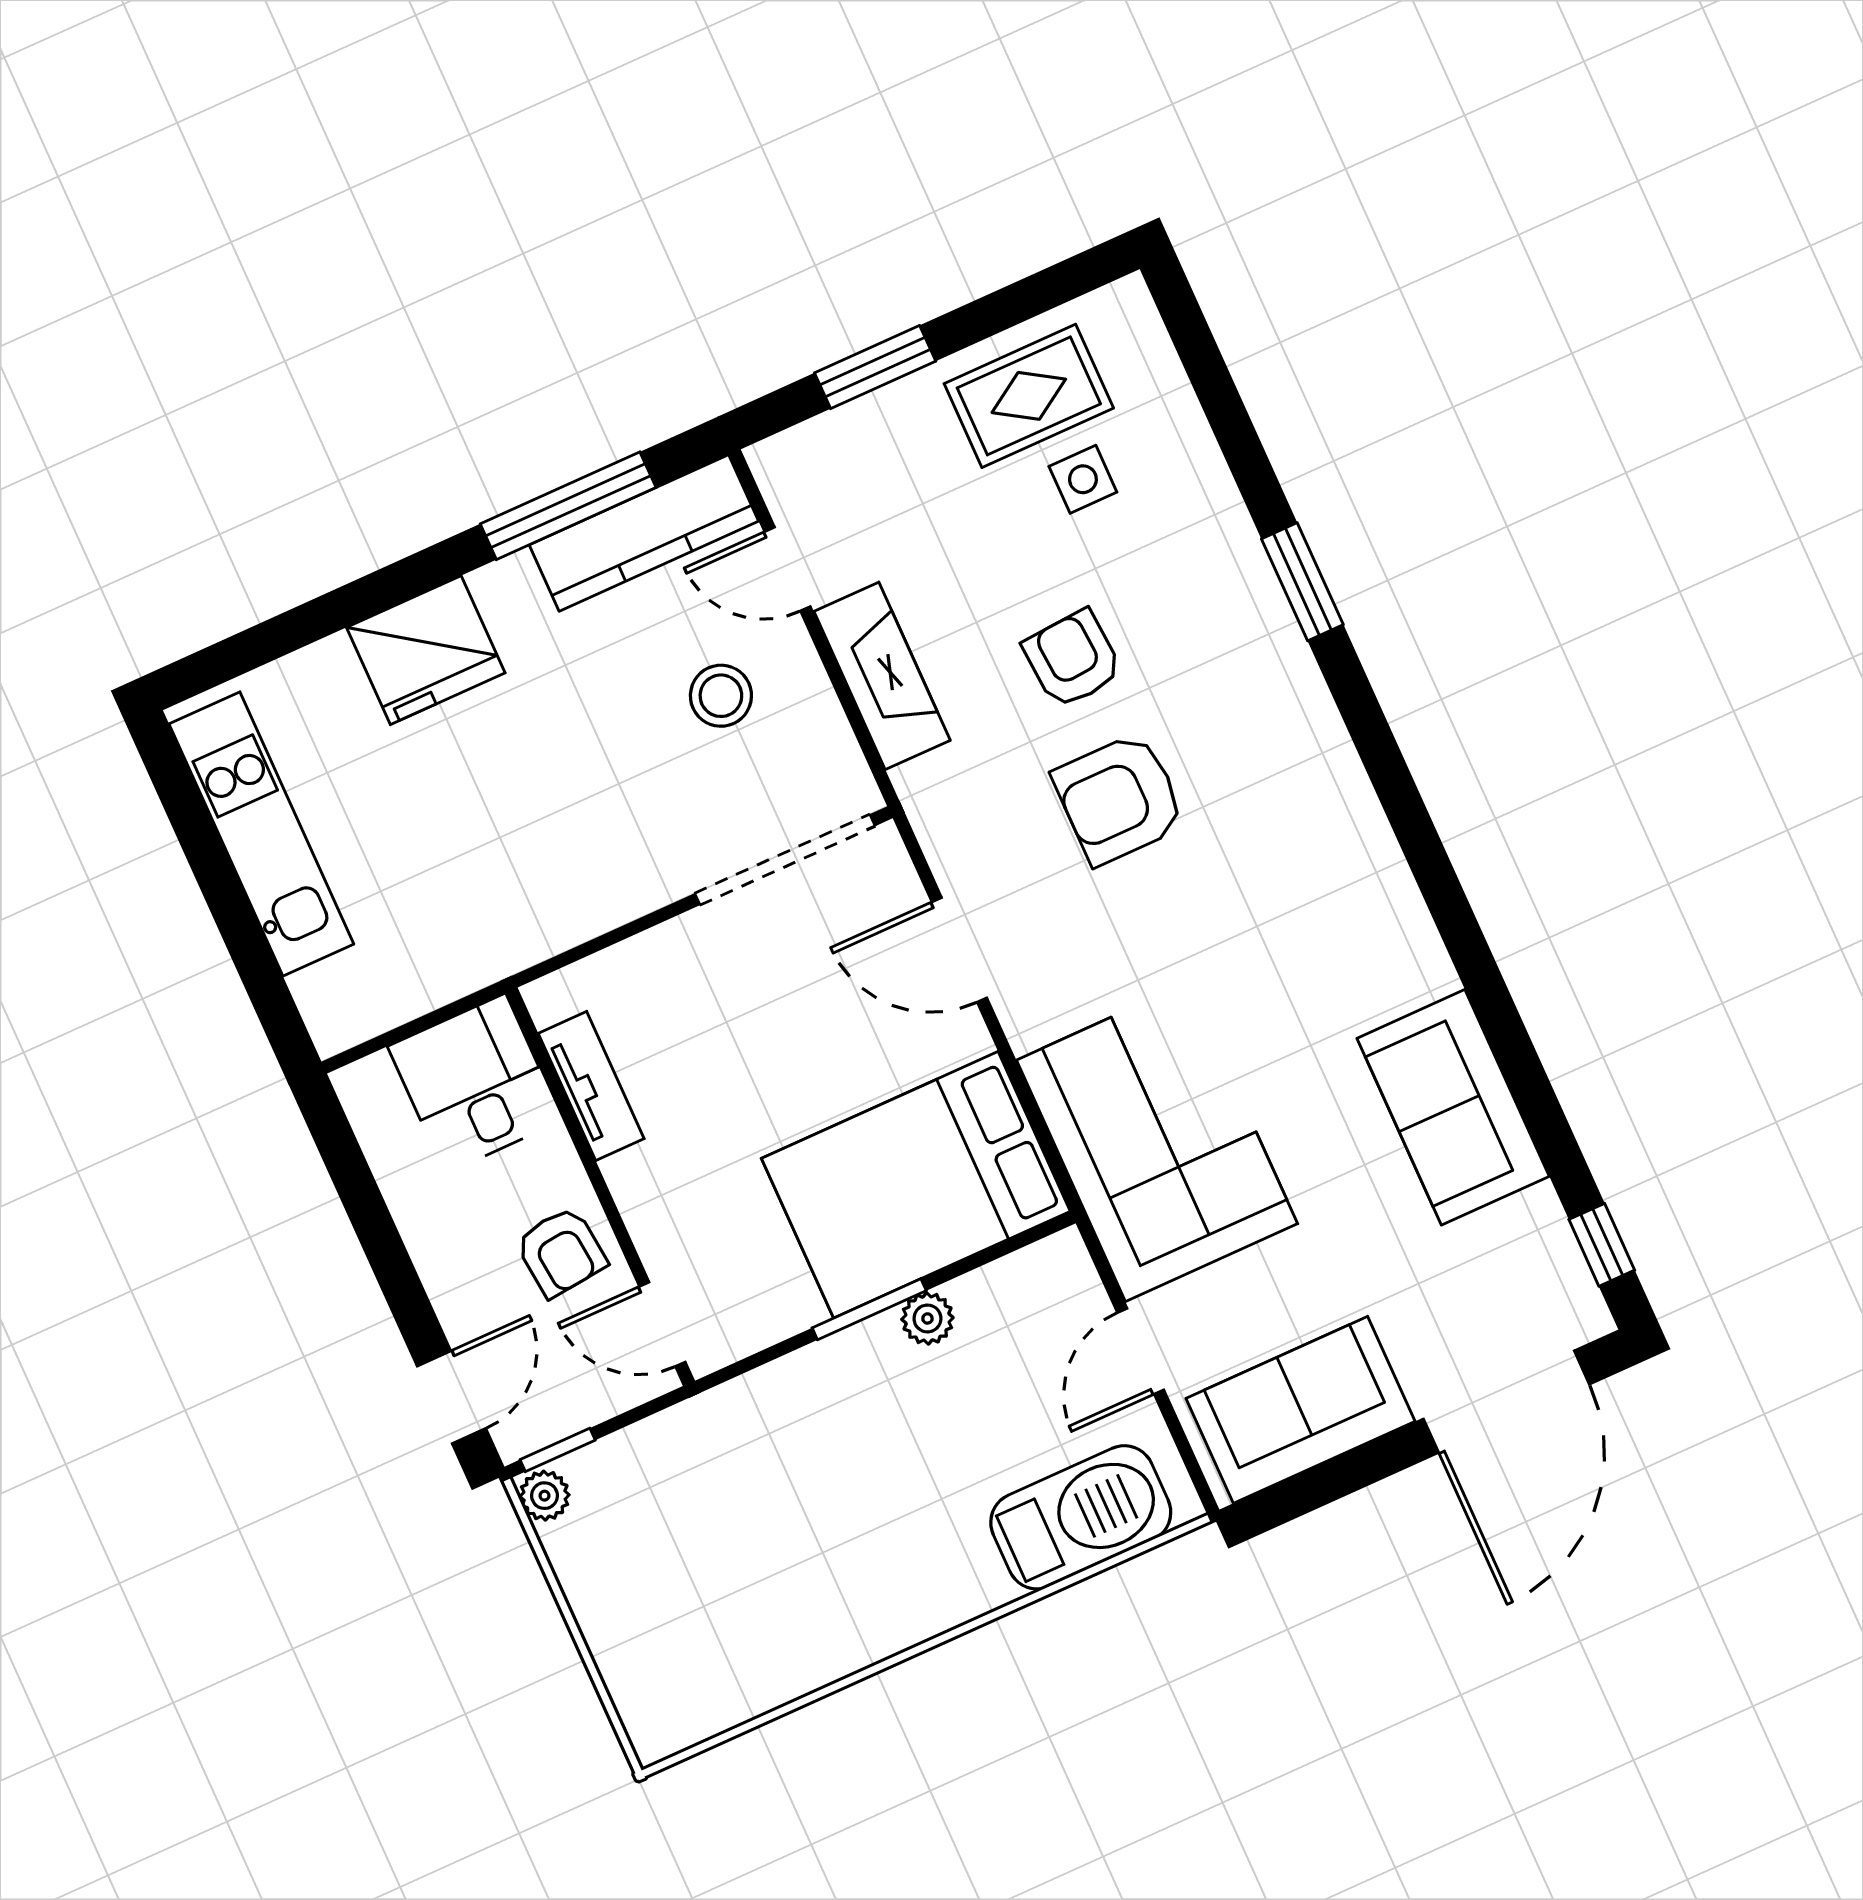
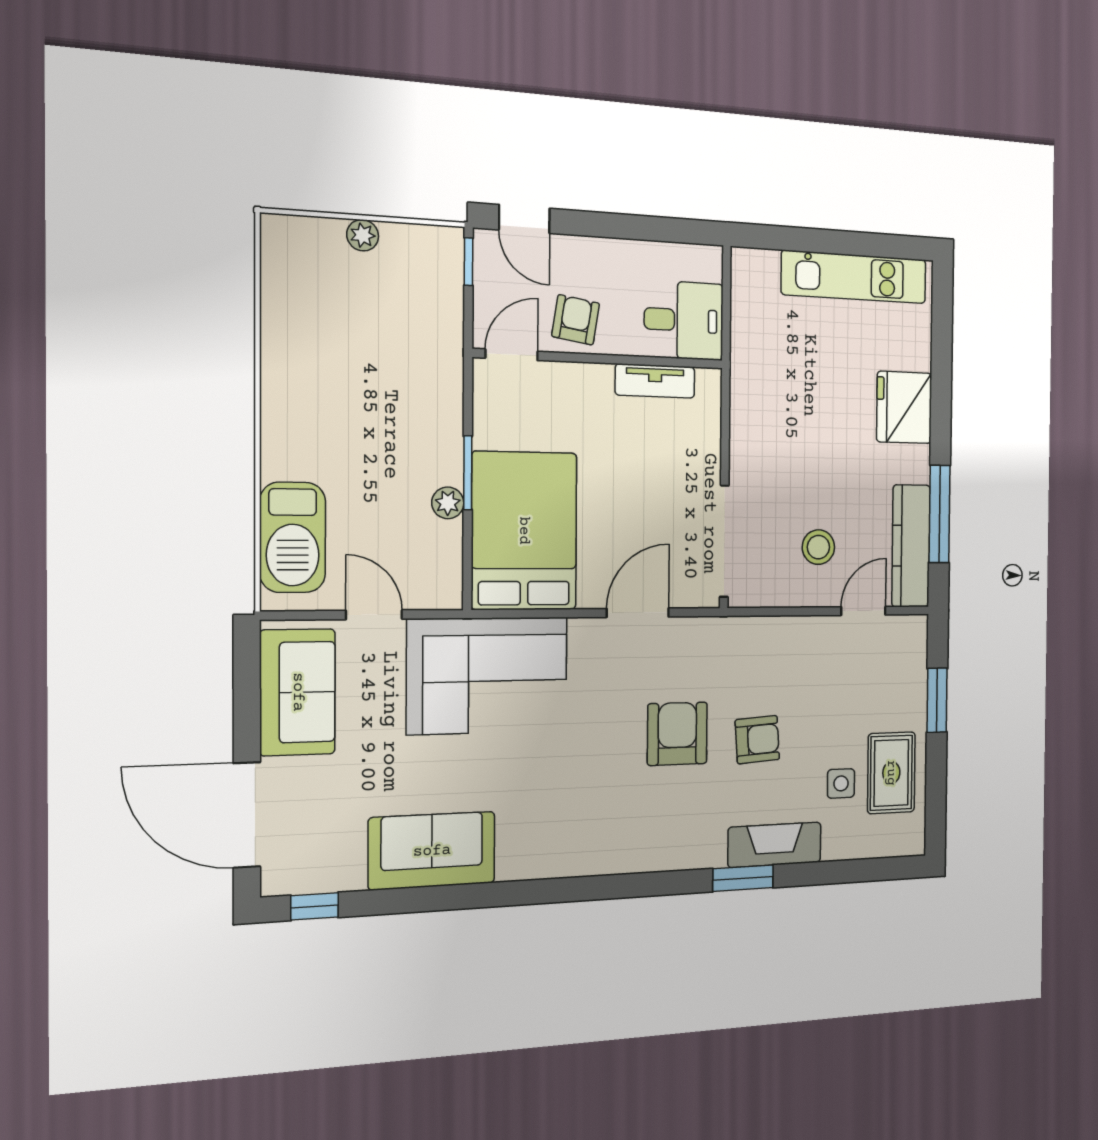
fireplace: (882, 676) -> (775, 845), moved, turned 180
armchair: (561, 1252) -> (576, 320), turned 105
plant: (545, 1496) -> (363, 235), moved

